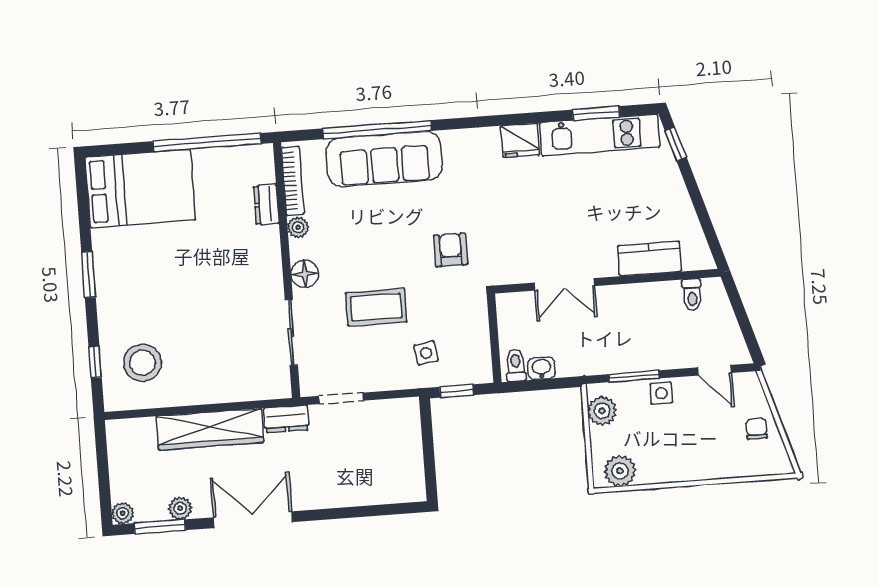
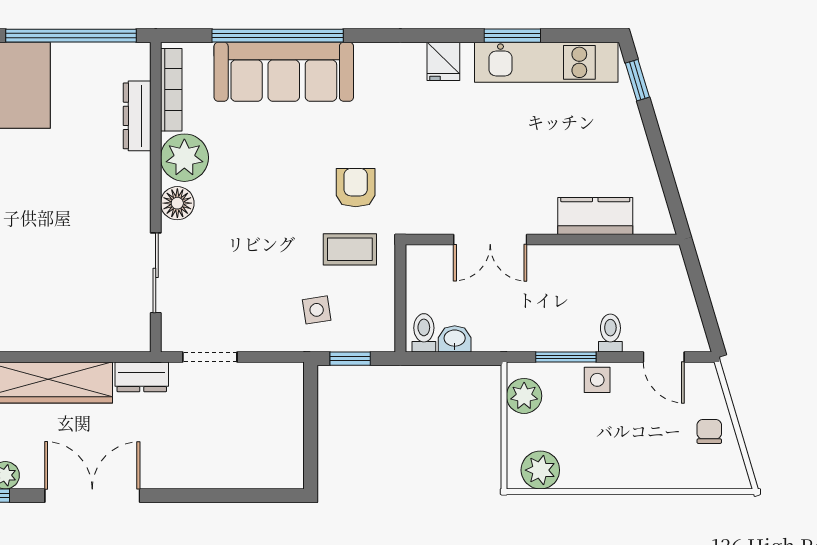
window: (596, 113) -> (512, 36), moved
fridge: (520, 140) -> (443, 61), width x0.72
dresser: (266, 204) -> (137, 116), width x1.44
plant: (298, 227) -> (184, 158), width x1.88, depth x1.88
toilet: (692, 295) -> (610, 333), moved, turned 180
coffee table: (376, 307) -> (350, 249), moved, width x0.73, depth x0.77

